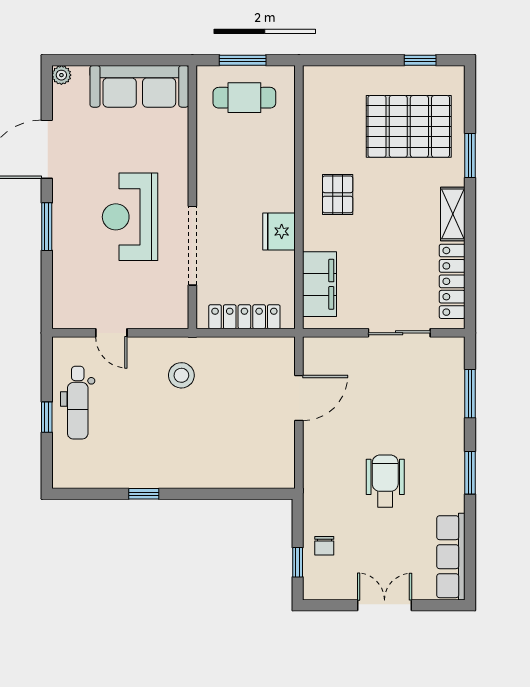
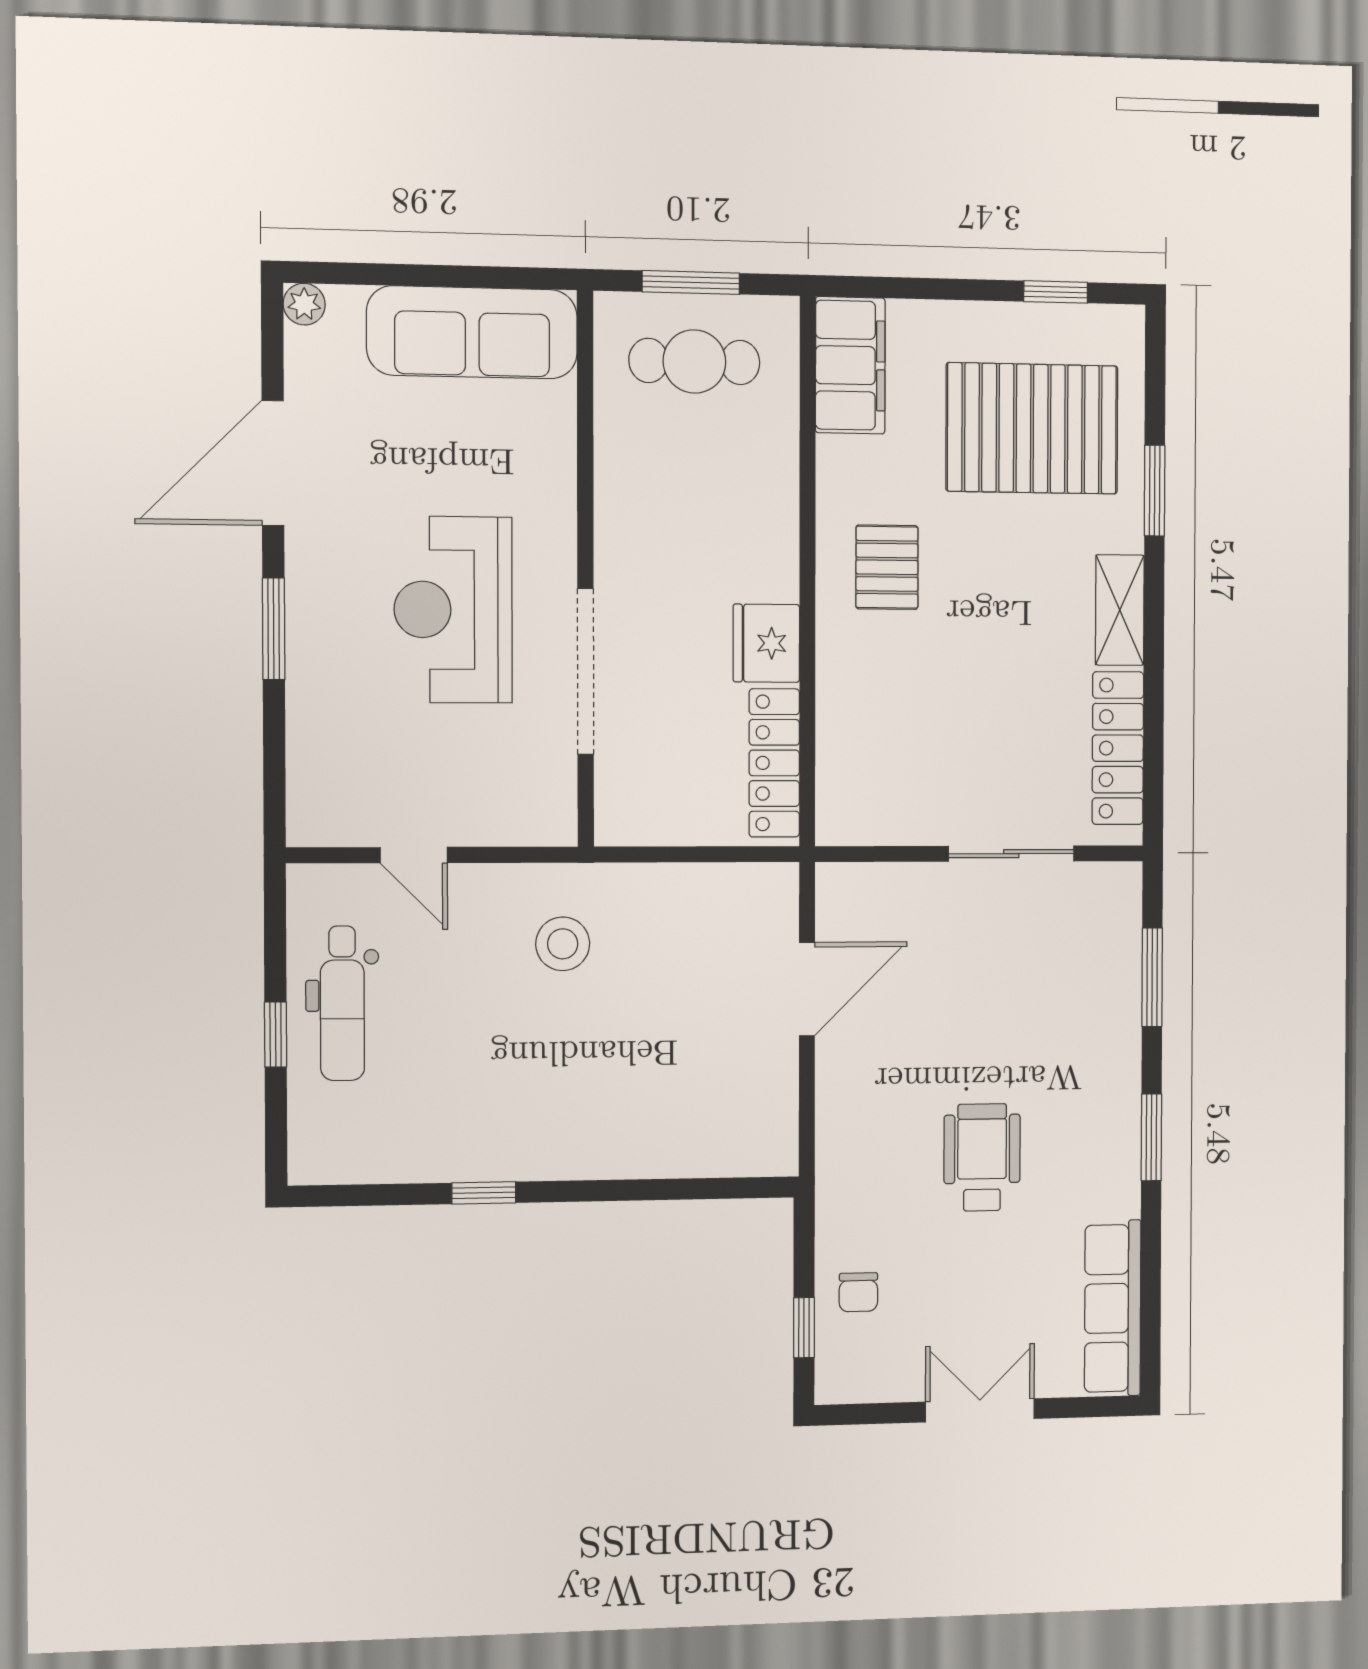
filing cabinet: (320, 284) -> (850, 365), moved
locker: (244, 317) -> (774, 763), moved, turned -90

